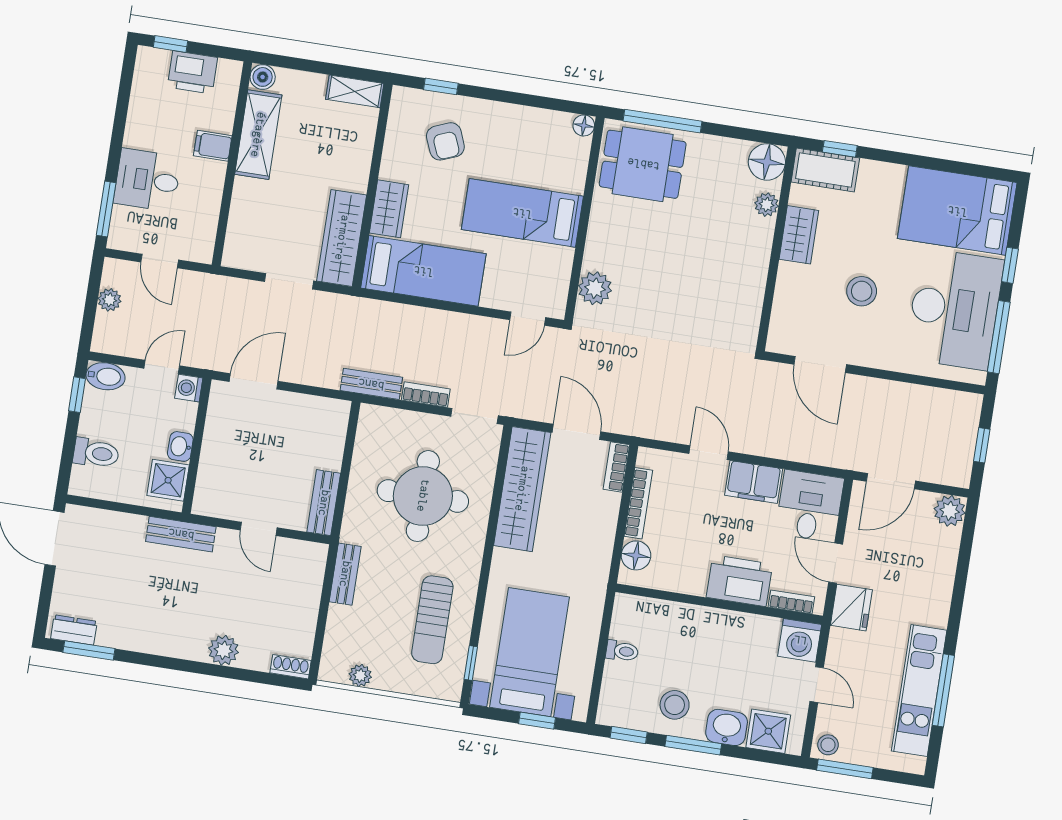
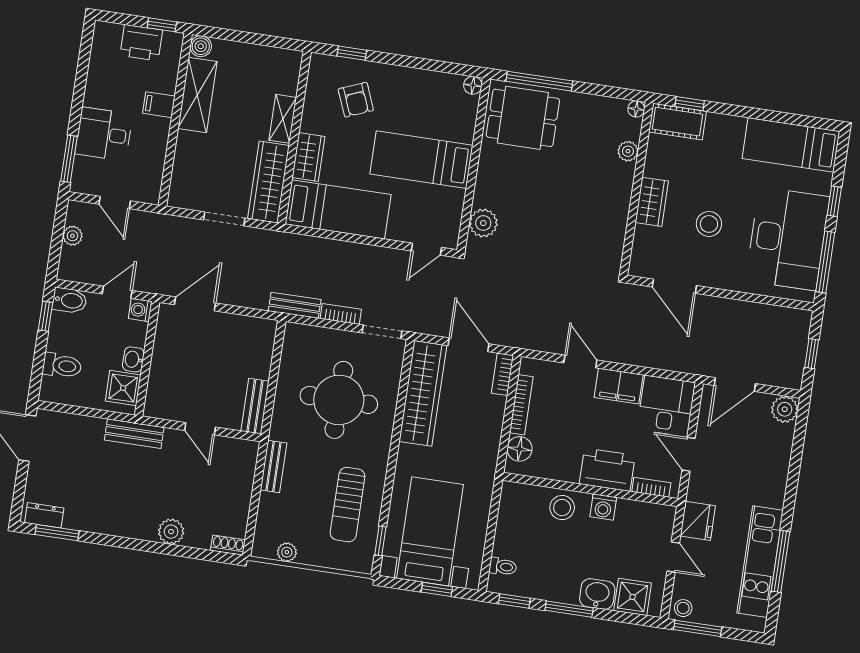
window: (170, 44) -> (162, 25), moved
shelving: (355, 91) -> (283, 119), moved, turned 90
floor lamp: (767, 162) -> (636, 109), width x0.53, depth x0.53
bed: (957, 211) -> (791, 145), width x0.67
wardrobe: (799, 235) -> (652, 202), moved
fridge: (851, 608) -> (698, 521), moved
washing machine: (800, 640) -> (603, 507), moved, width x0.73, depth x0.73
toilet: (622, 651) -> (503, 567), moved
stool: (675, 705) -> (562, 508), moved

